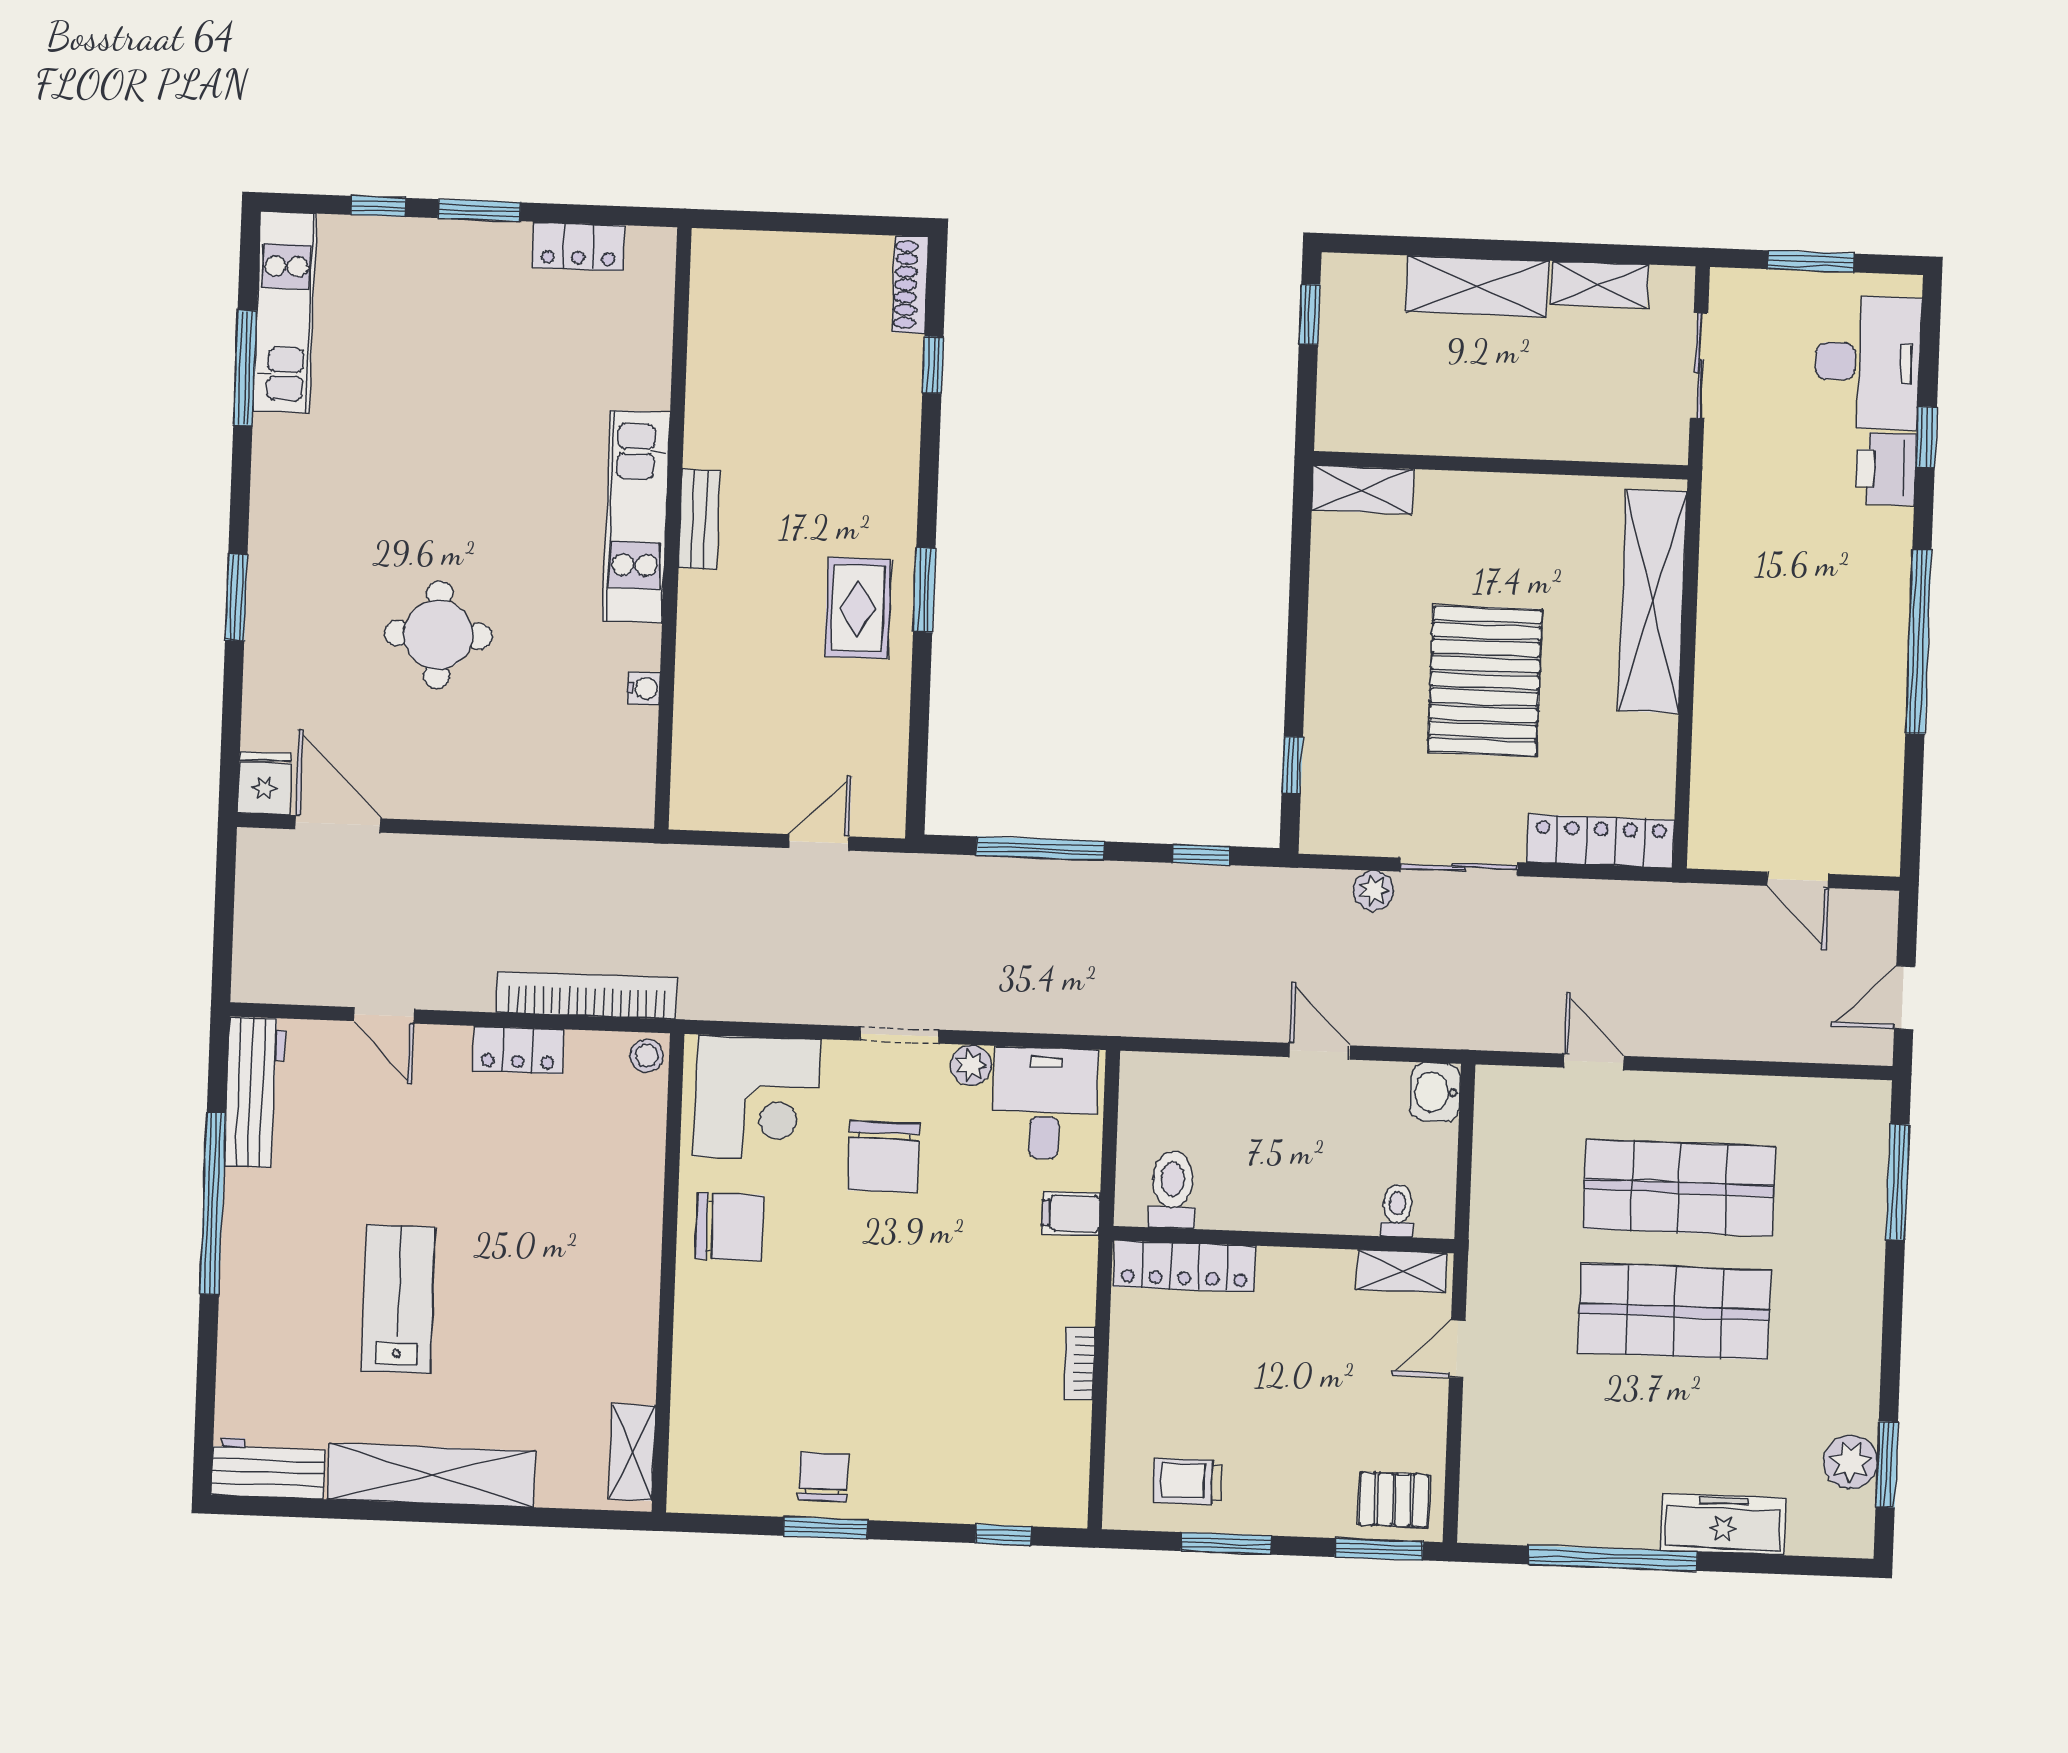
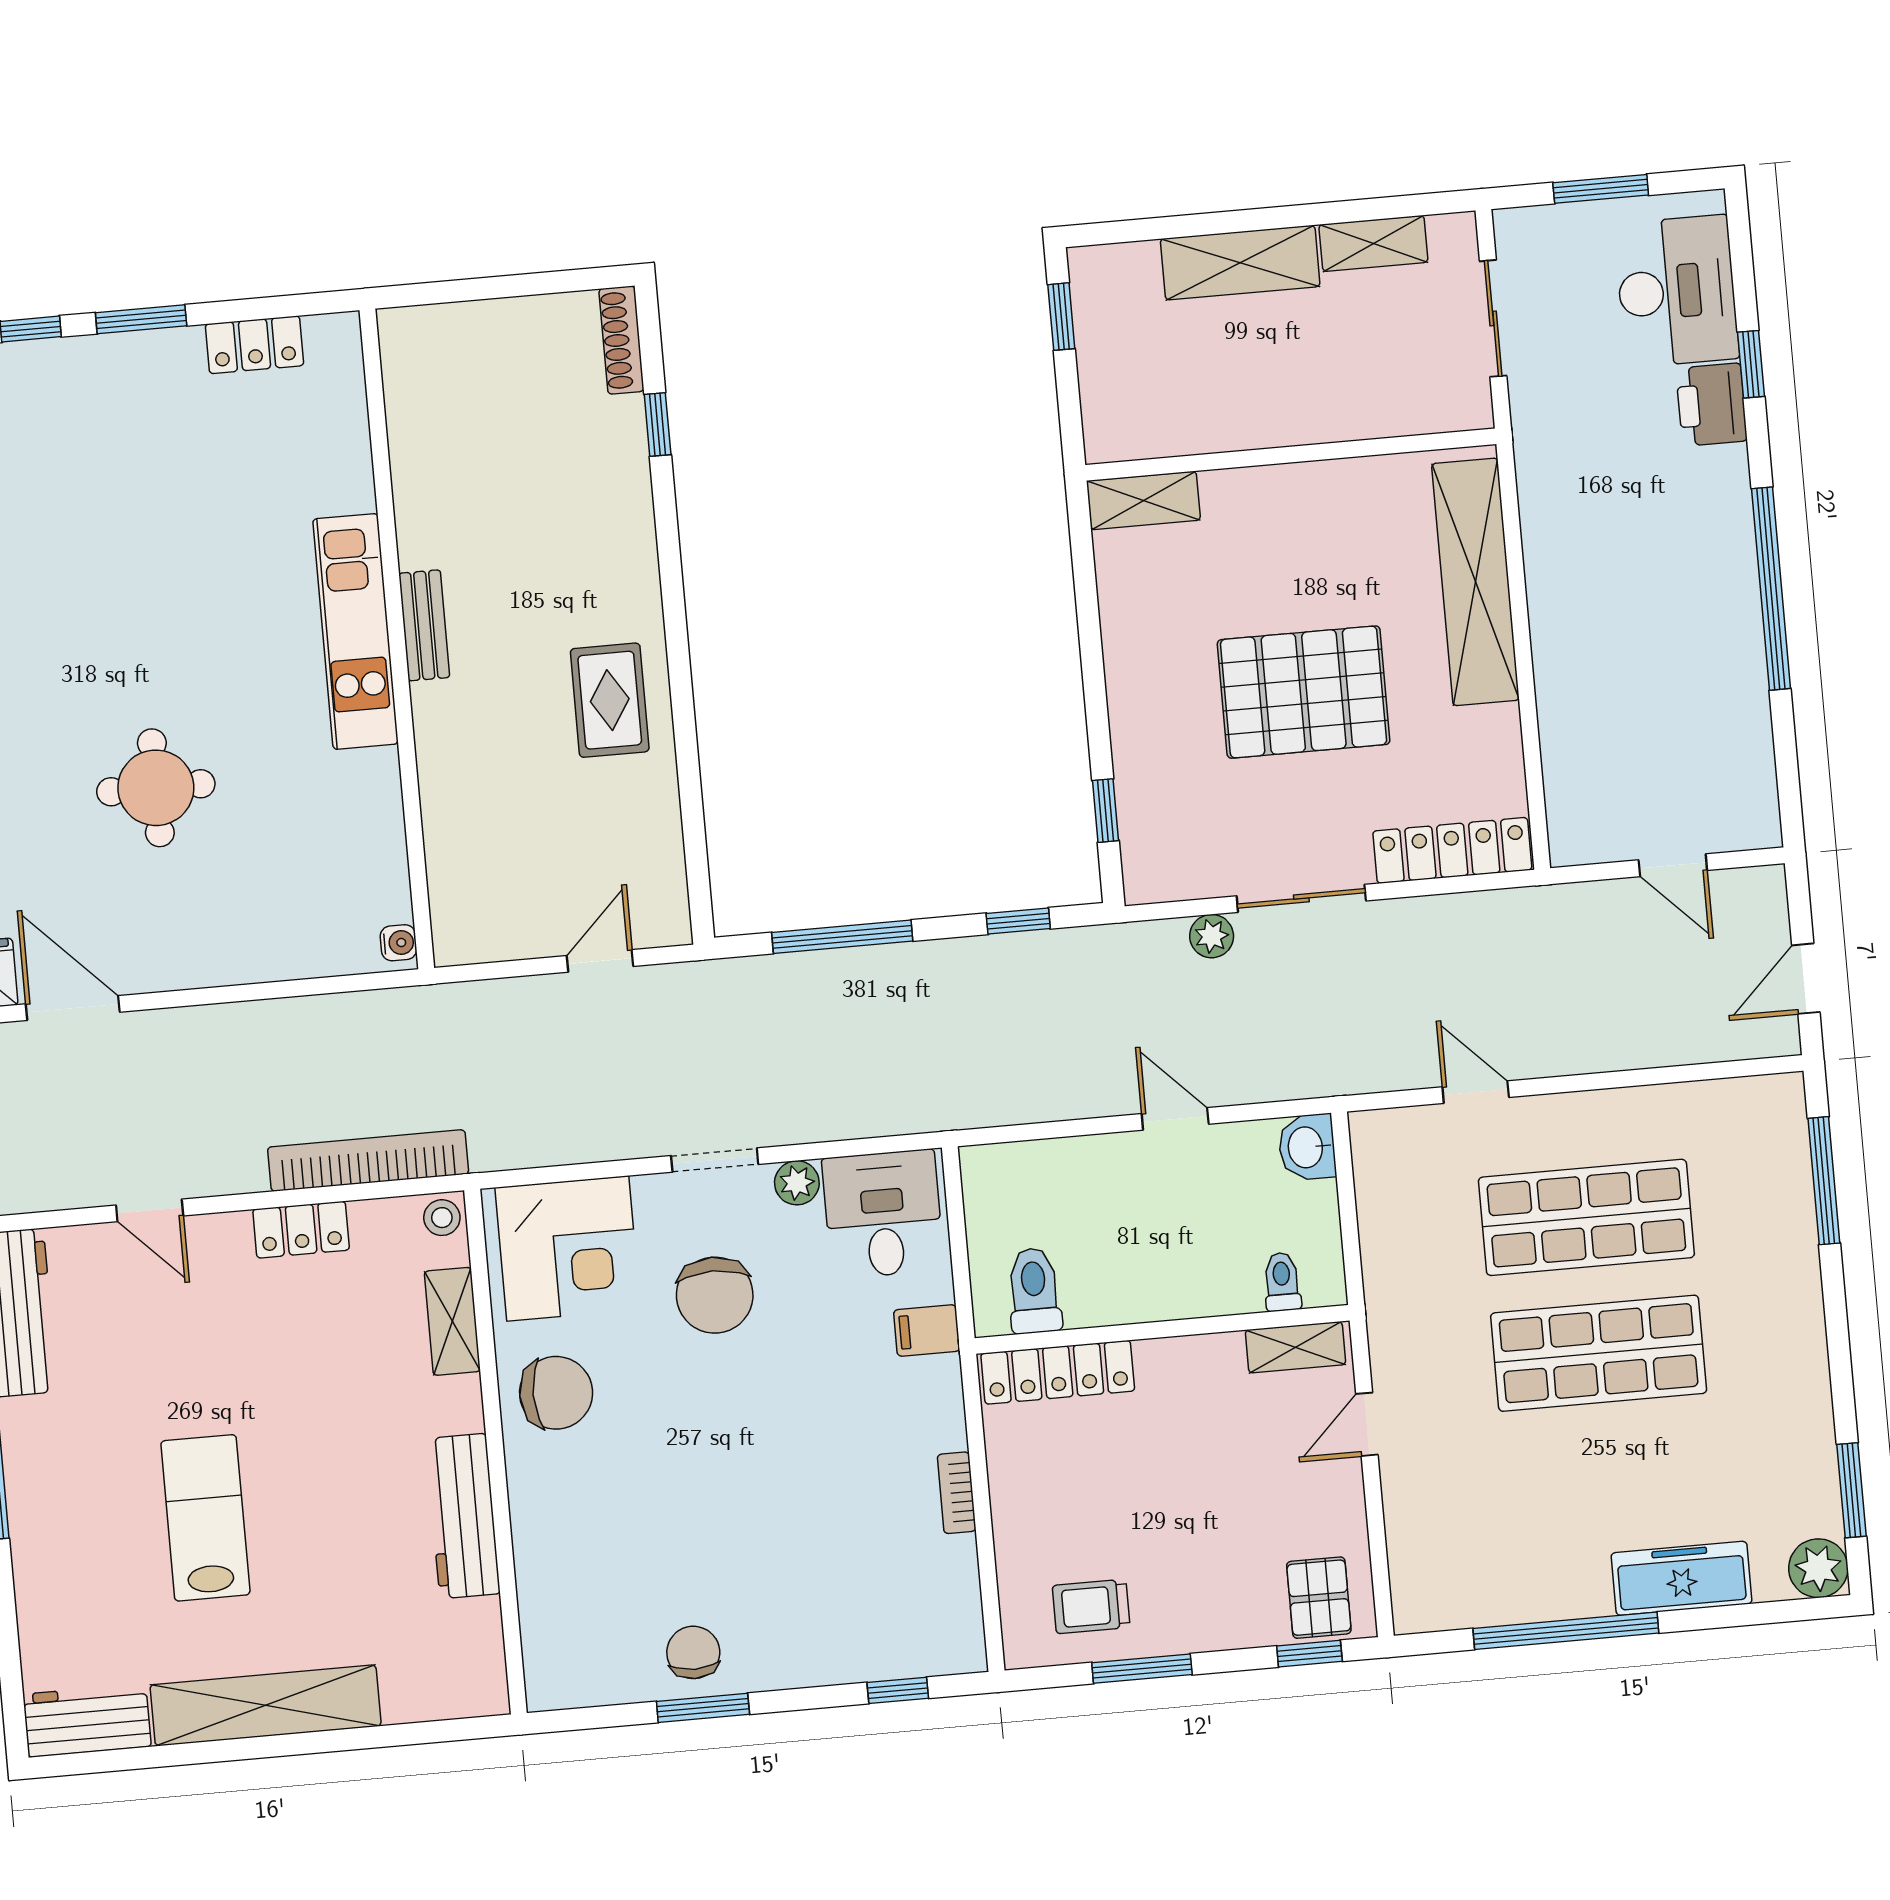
window: (924, 590) -> (680, 671), removed
pallet: (1485, 681) -> (1304, 692), turned 90
water cooler: (644, 688) -> (398, 943), moved
workbench: (631, 1327) -> (463, 1516), added
shelving: (632, 1452) -> (452, 1321), moved
plant: (1851, 1462) -> (1818, 1568), moved
pallet: (1394, 1500) -> (1319, 1598), turned 90
window: (1379, 1549) -> (1309, 1654), width x0.67

